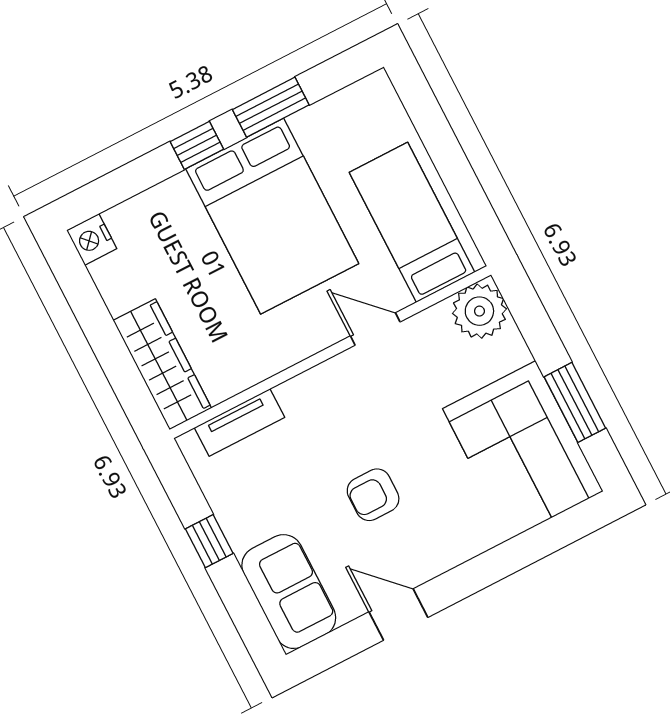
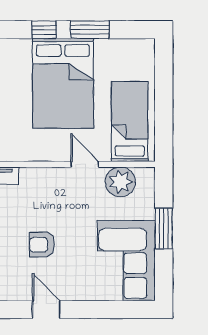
plant: (479, 311) -> (120, 182), moved
window: (575, 402) -> (164, 228), moved
door: (398, 615) -> (46, 310), moved

